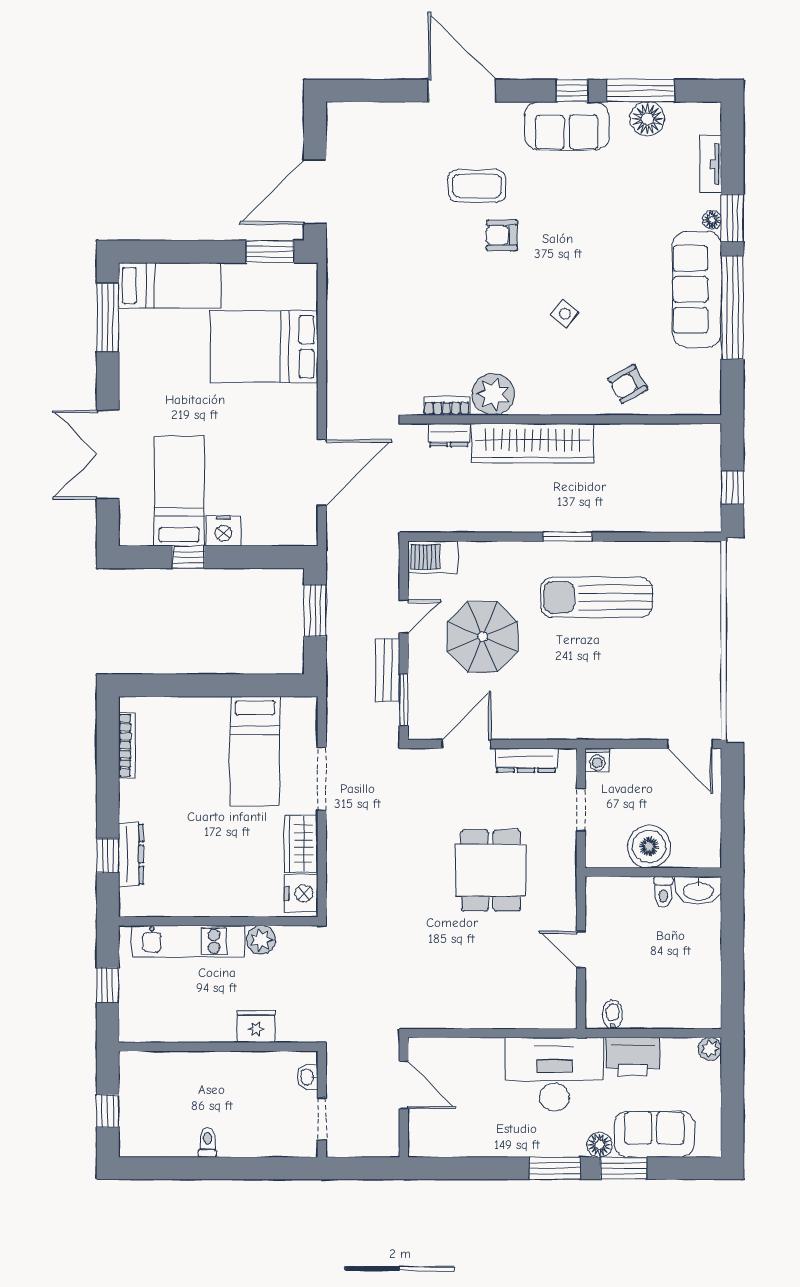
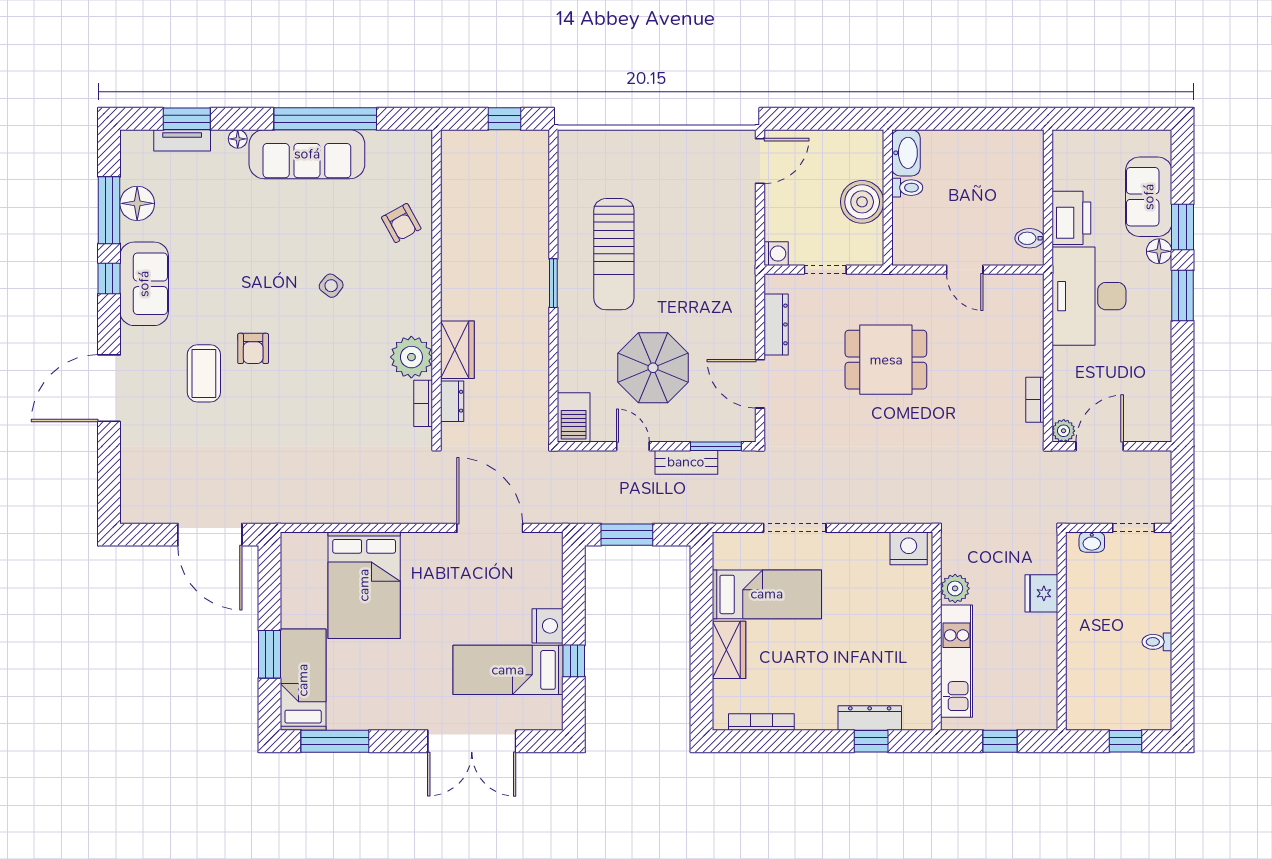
window: (732, 218) -> (187, 119), moved
window: (270, 252) -> (269, 654), moved
wardrobe: (533, 443) -> (457, 350), width x0.48, depth x0.85
wardrobe: (301, 844) -> (729, 650), moved, turned -90
door: (581, 950) -> (965, 270), hinge flipped
bookcase: (450, 1020) -> (1035, 400), added
plant: (710, 1049) -> (1064, 431), moved

